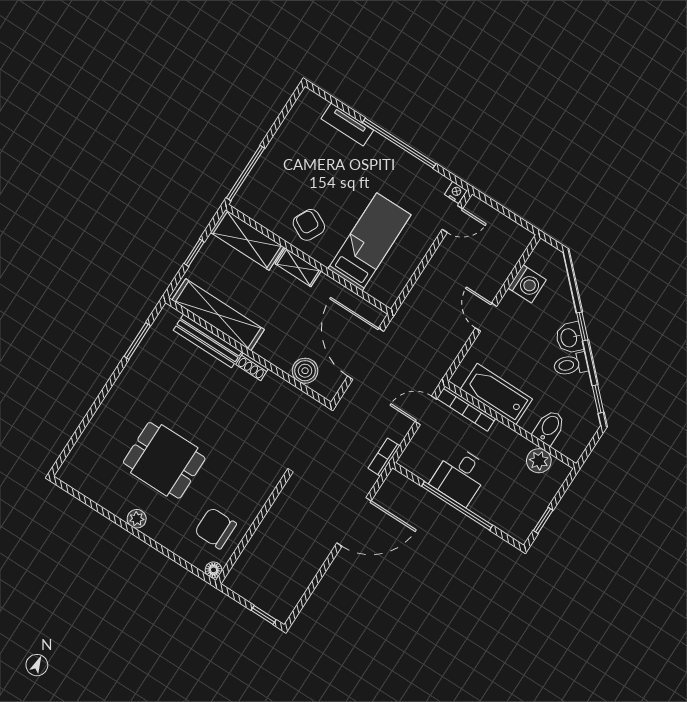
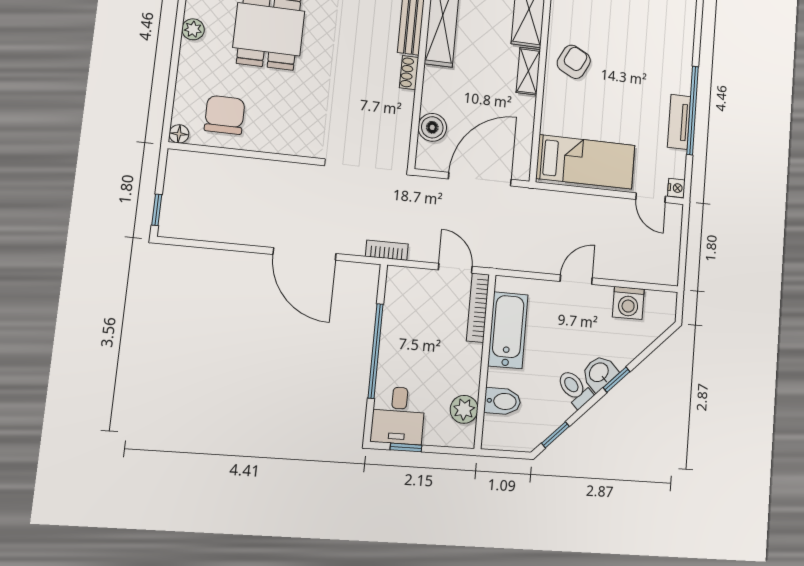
tv unit: (347, 124) -> (679, 122), moved
bed: (369, 242) -> (586, 162), moved
desk: (460, 476) -> (398, 415), moved, turned -90

